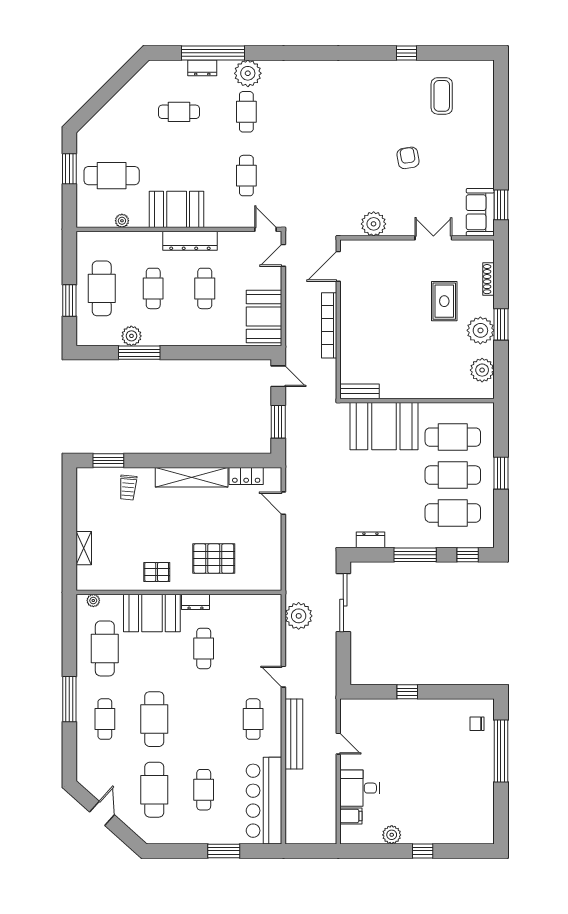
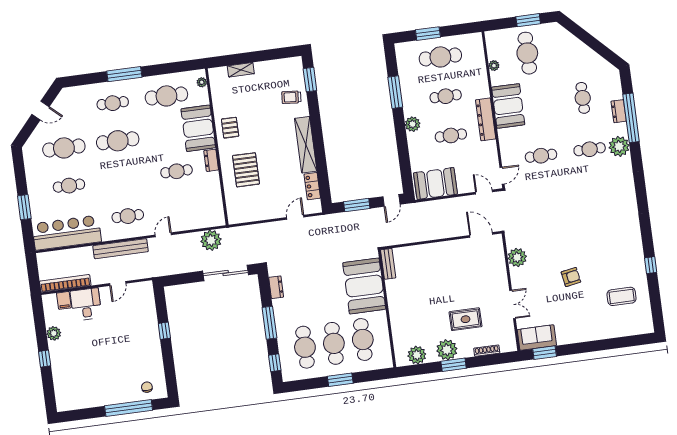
bookcase: (329, 325) -> (65, 283), moved
plant: (131, 336) -> (413, 124), moved

